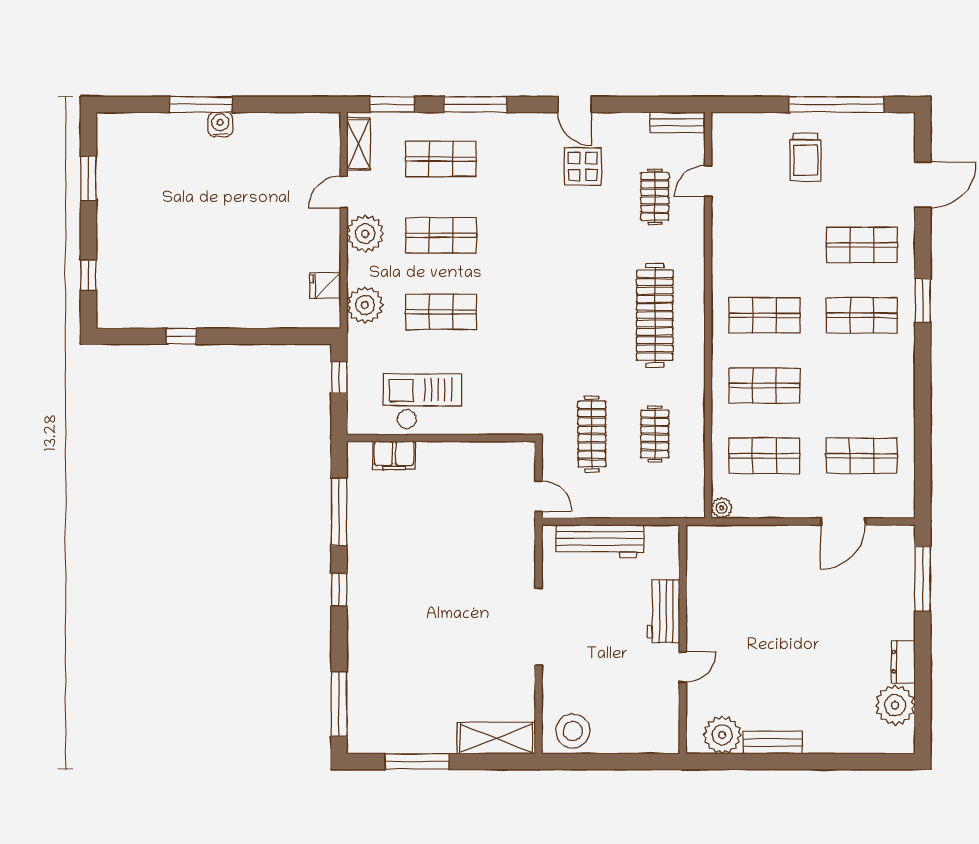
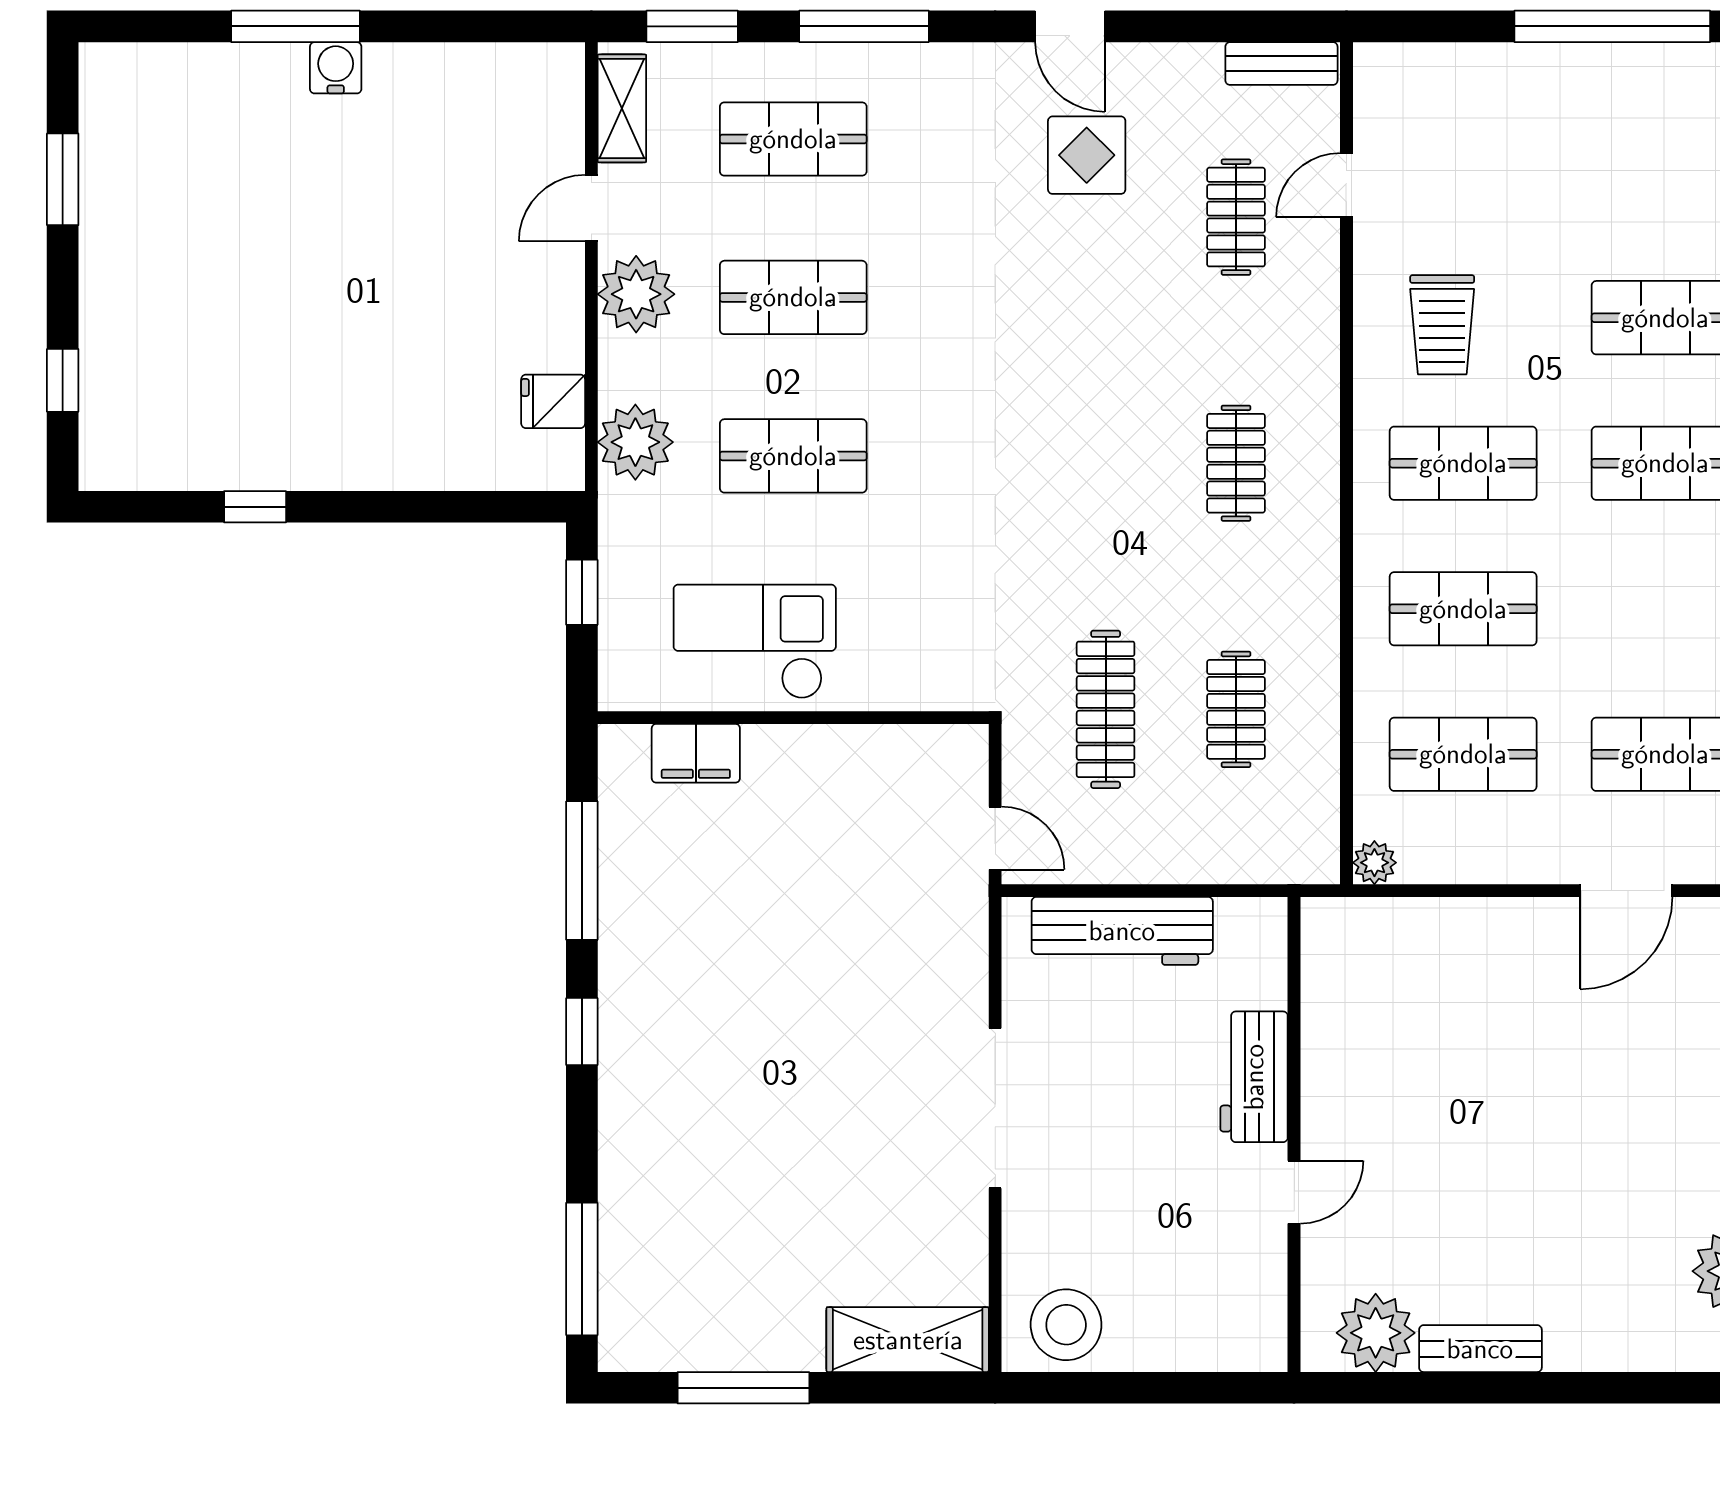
trolley: (806, 157) -> (1442, 325), moved
clothes rail: (655, 315) -> (1236, 463), width x0.54, depth x0.76

